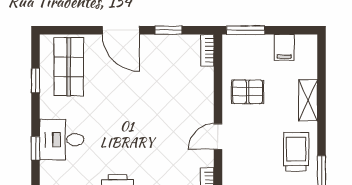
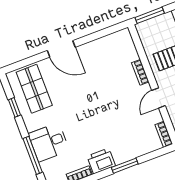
window: (168, 30) -> (95, 36), removed
bookcase: (207, 50) -> (140, 72), moved
window: (36, 148) -> (33, 155), width x2.17

